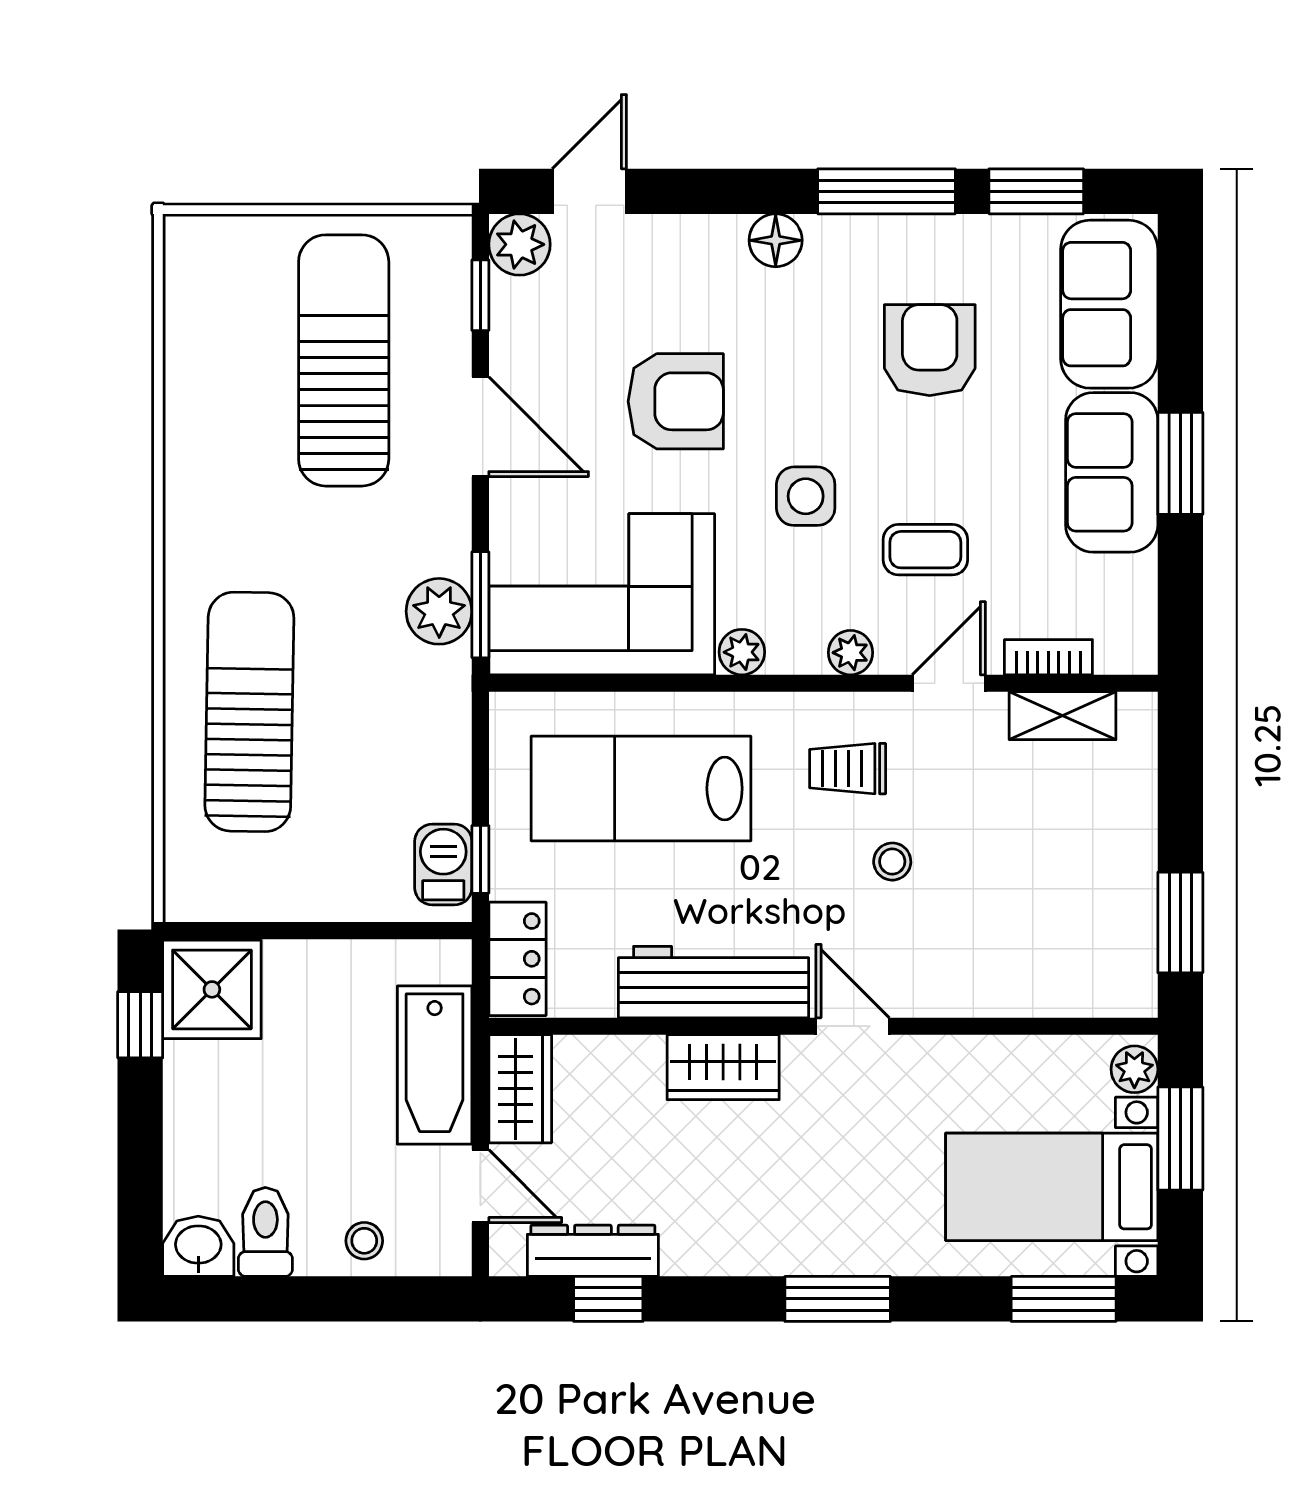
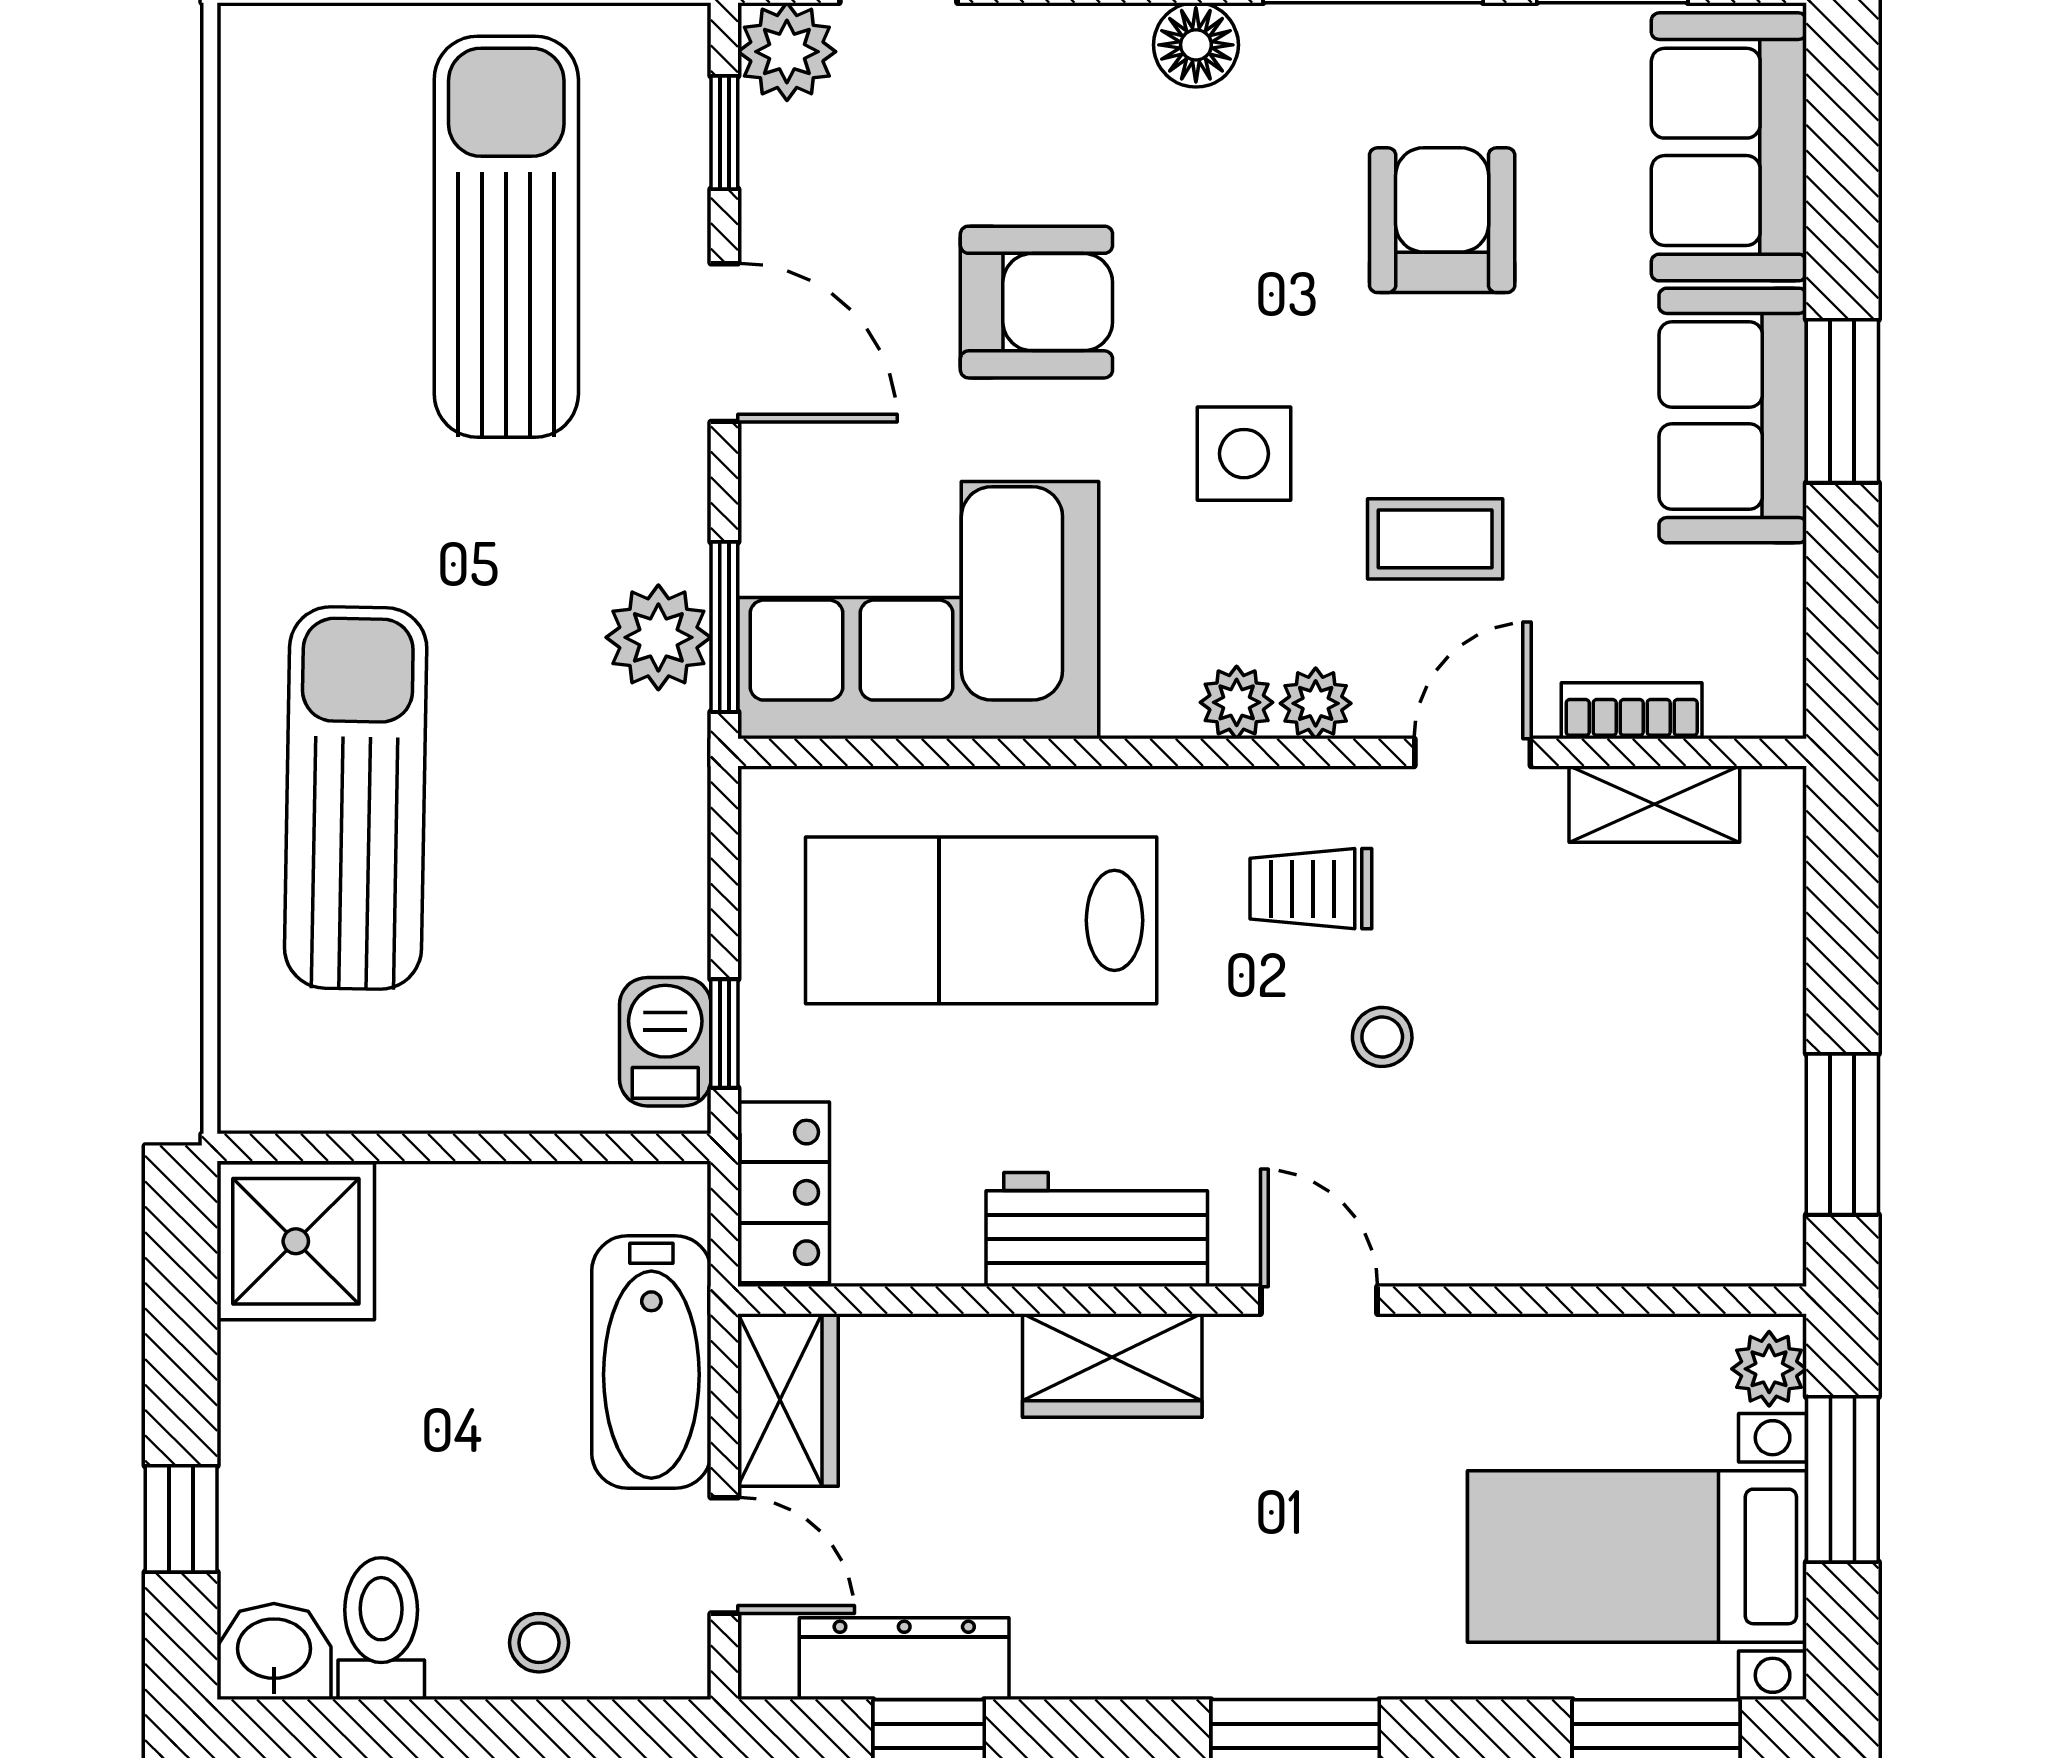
plant: (742, 652) -> (1237, 702), moved
workbench: (713, 982) -> (1097, 1229), width x0.73
window: (140, 1025) -> (181, 1519), moved

